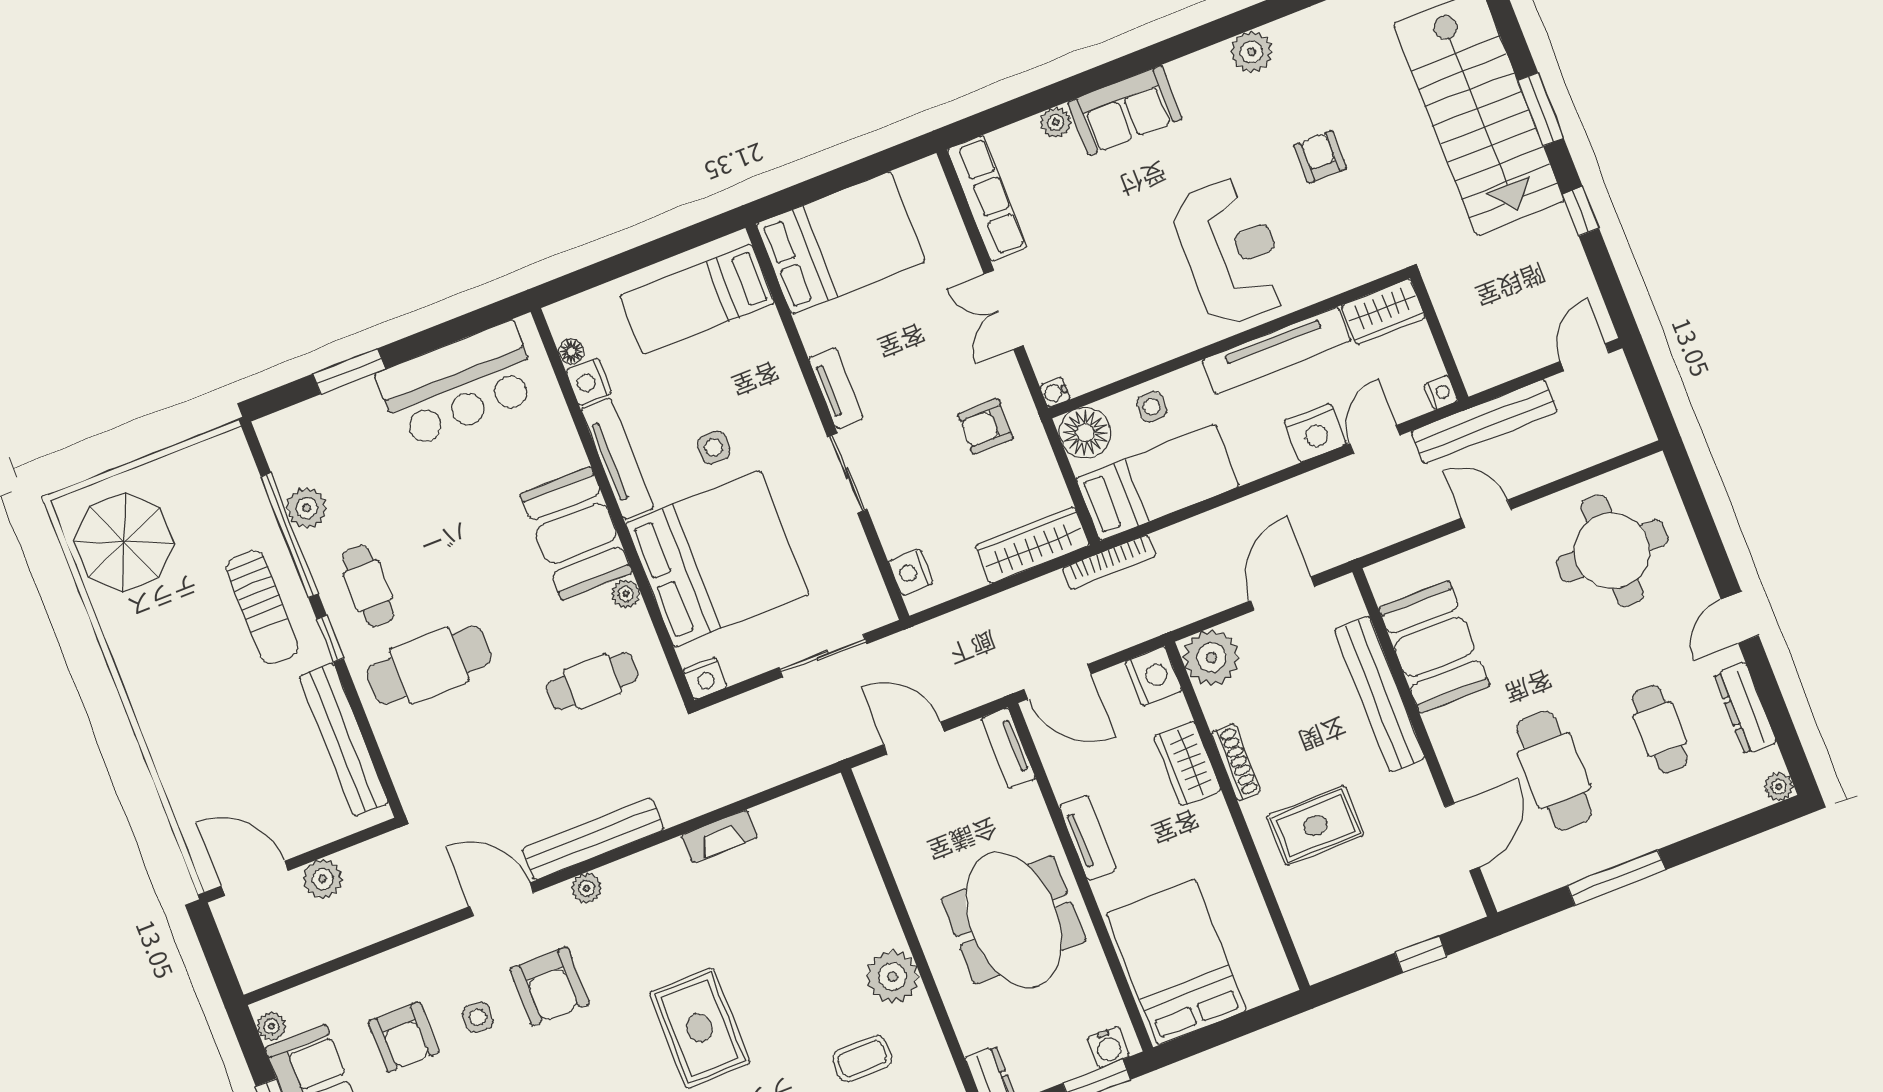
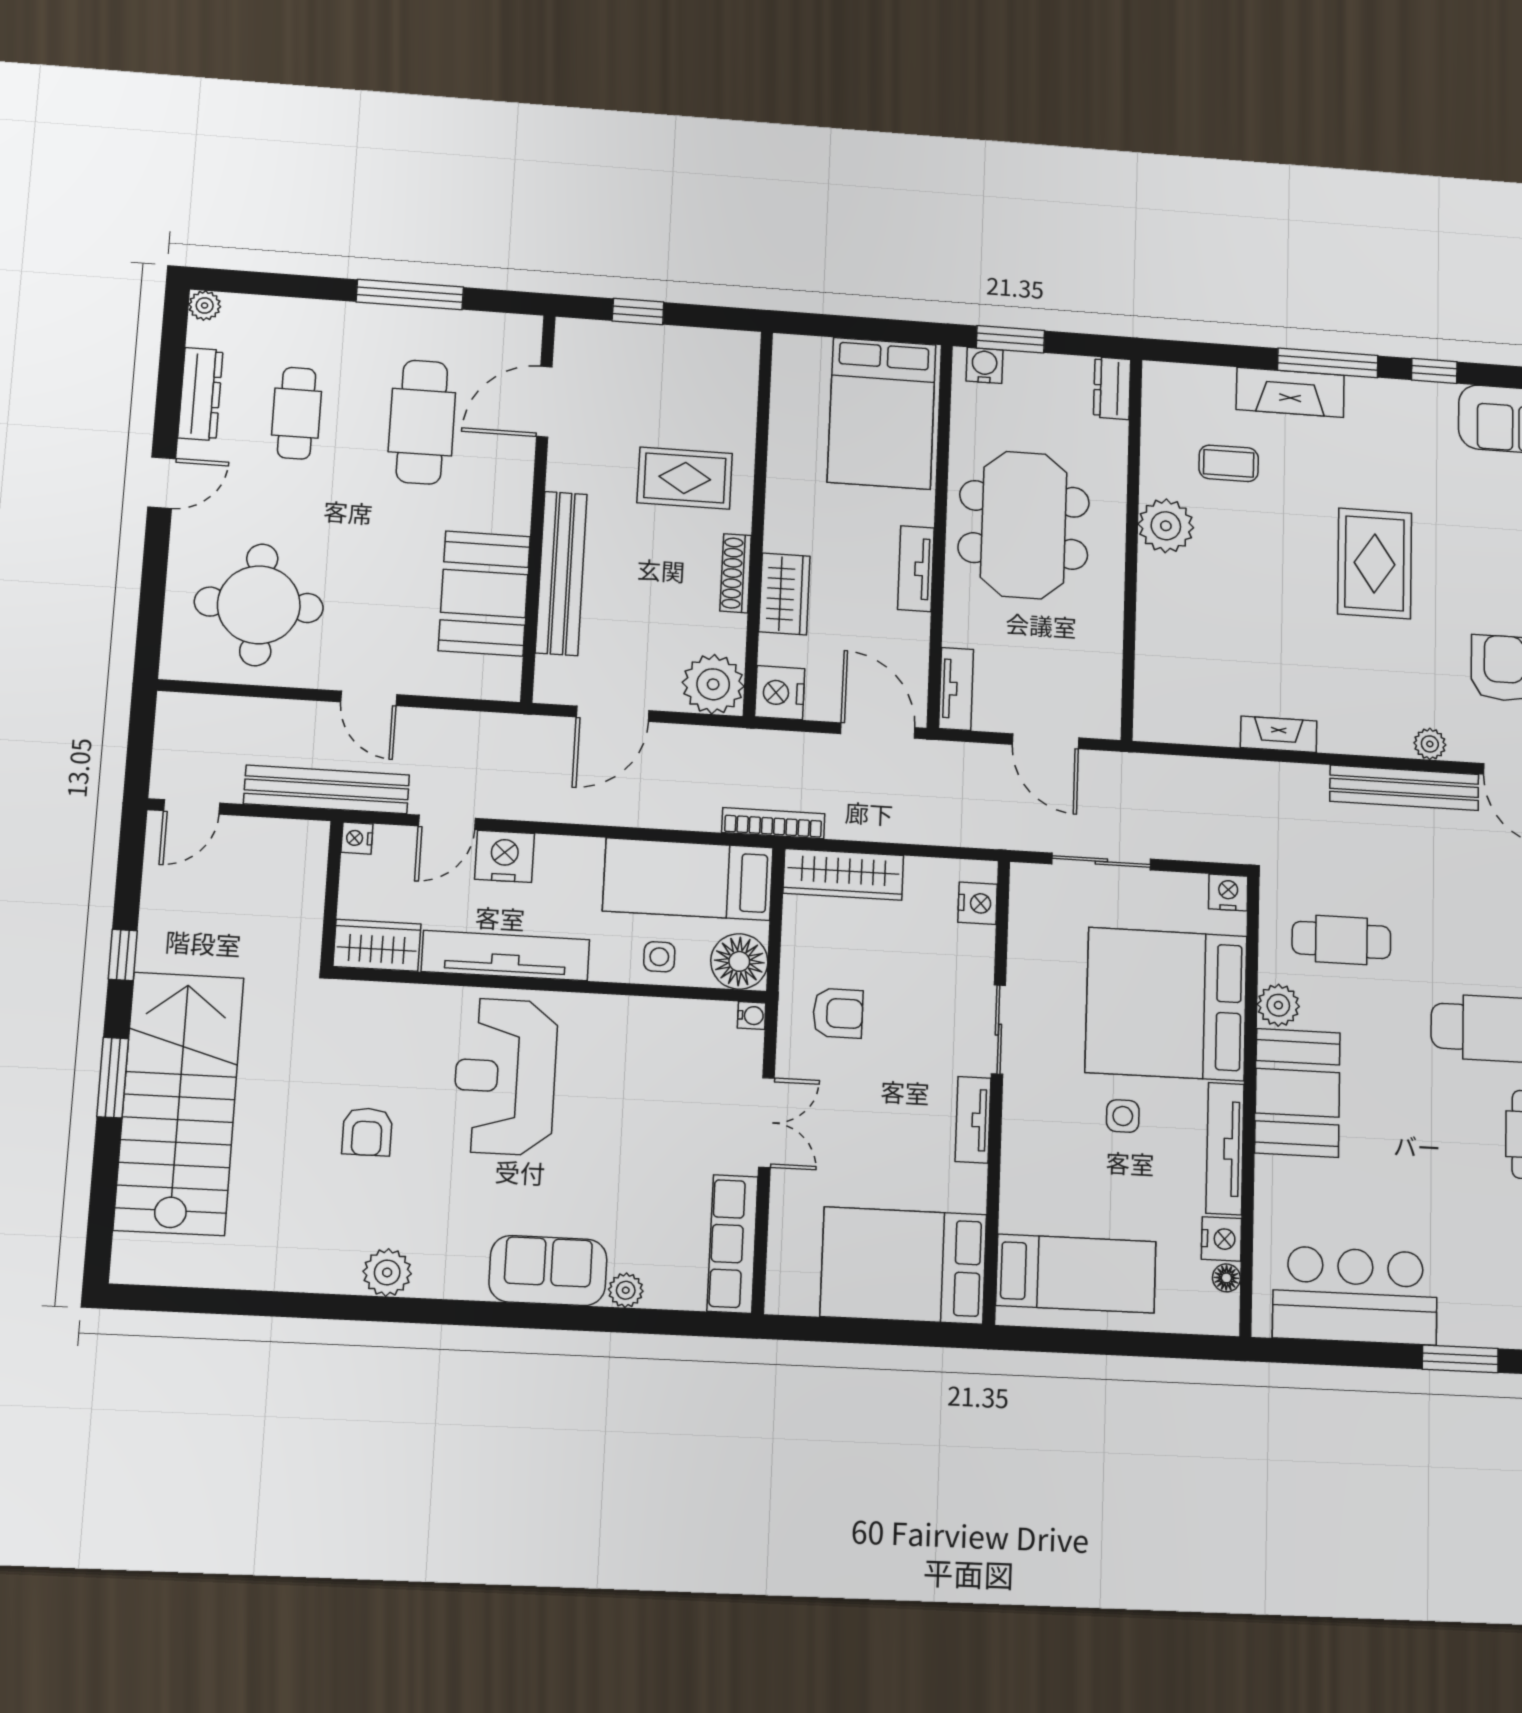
plant: (626, 594) -> (1278, 1005), width x1.38, depth x1.38

